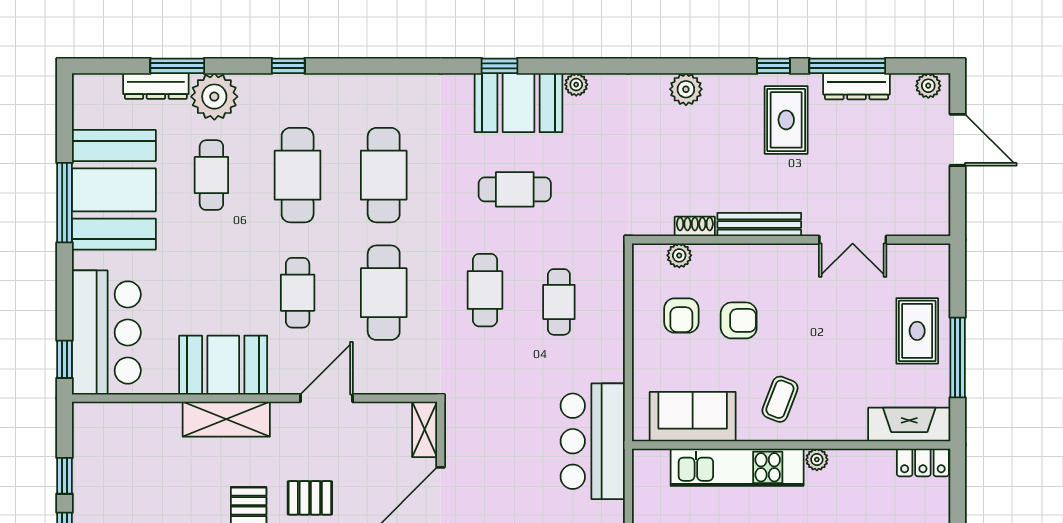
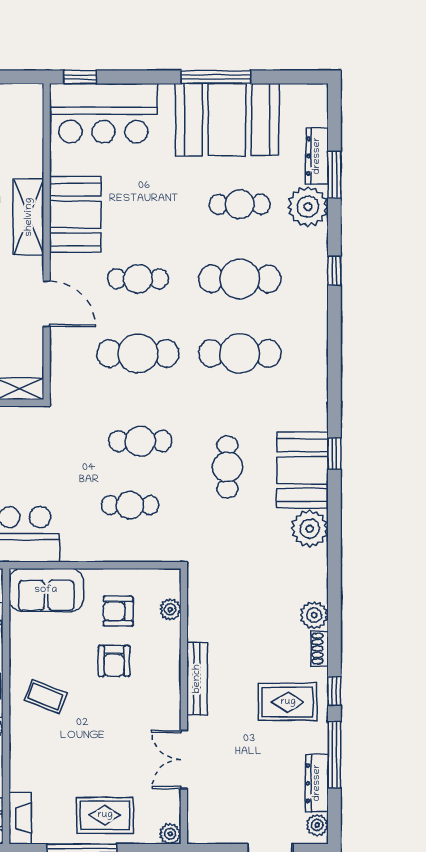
plant: (576, 85) -> (310, 529), width x1.87, depth x1.87
dresser: (856, 86) -> (317, 783), moved
shoe rack: (695, 226) -> (320, 648), moved, turned 180
plant: (938, 256) -> (170, 834), added
sofa: (693, 417) -> (46, 590), moved, turned 90
fireplace: (909, 425) -> (20, 818), width x0.73, depth x0.76

